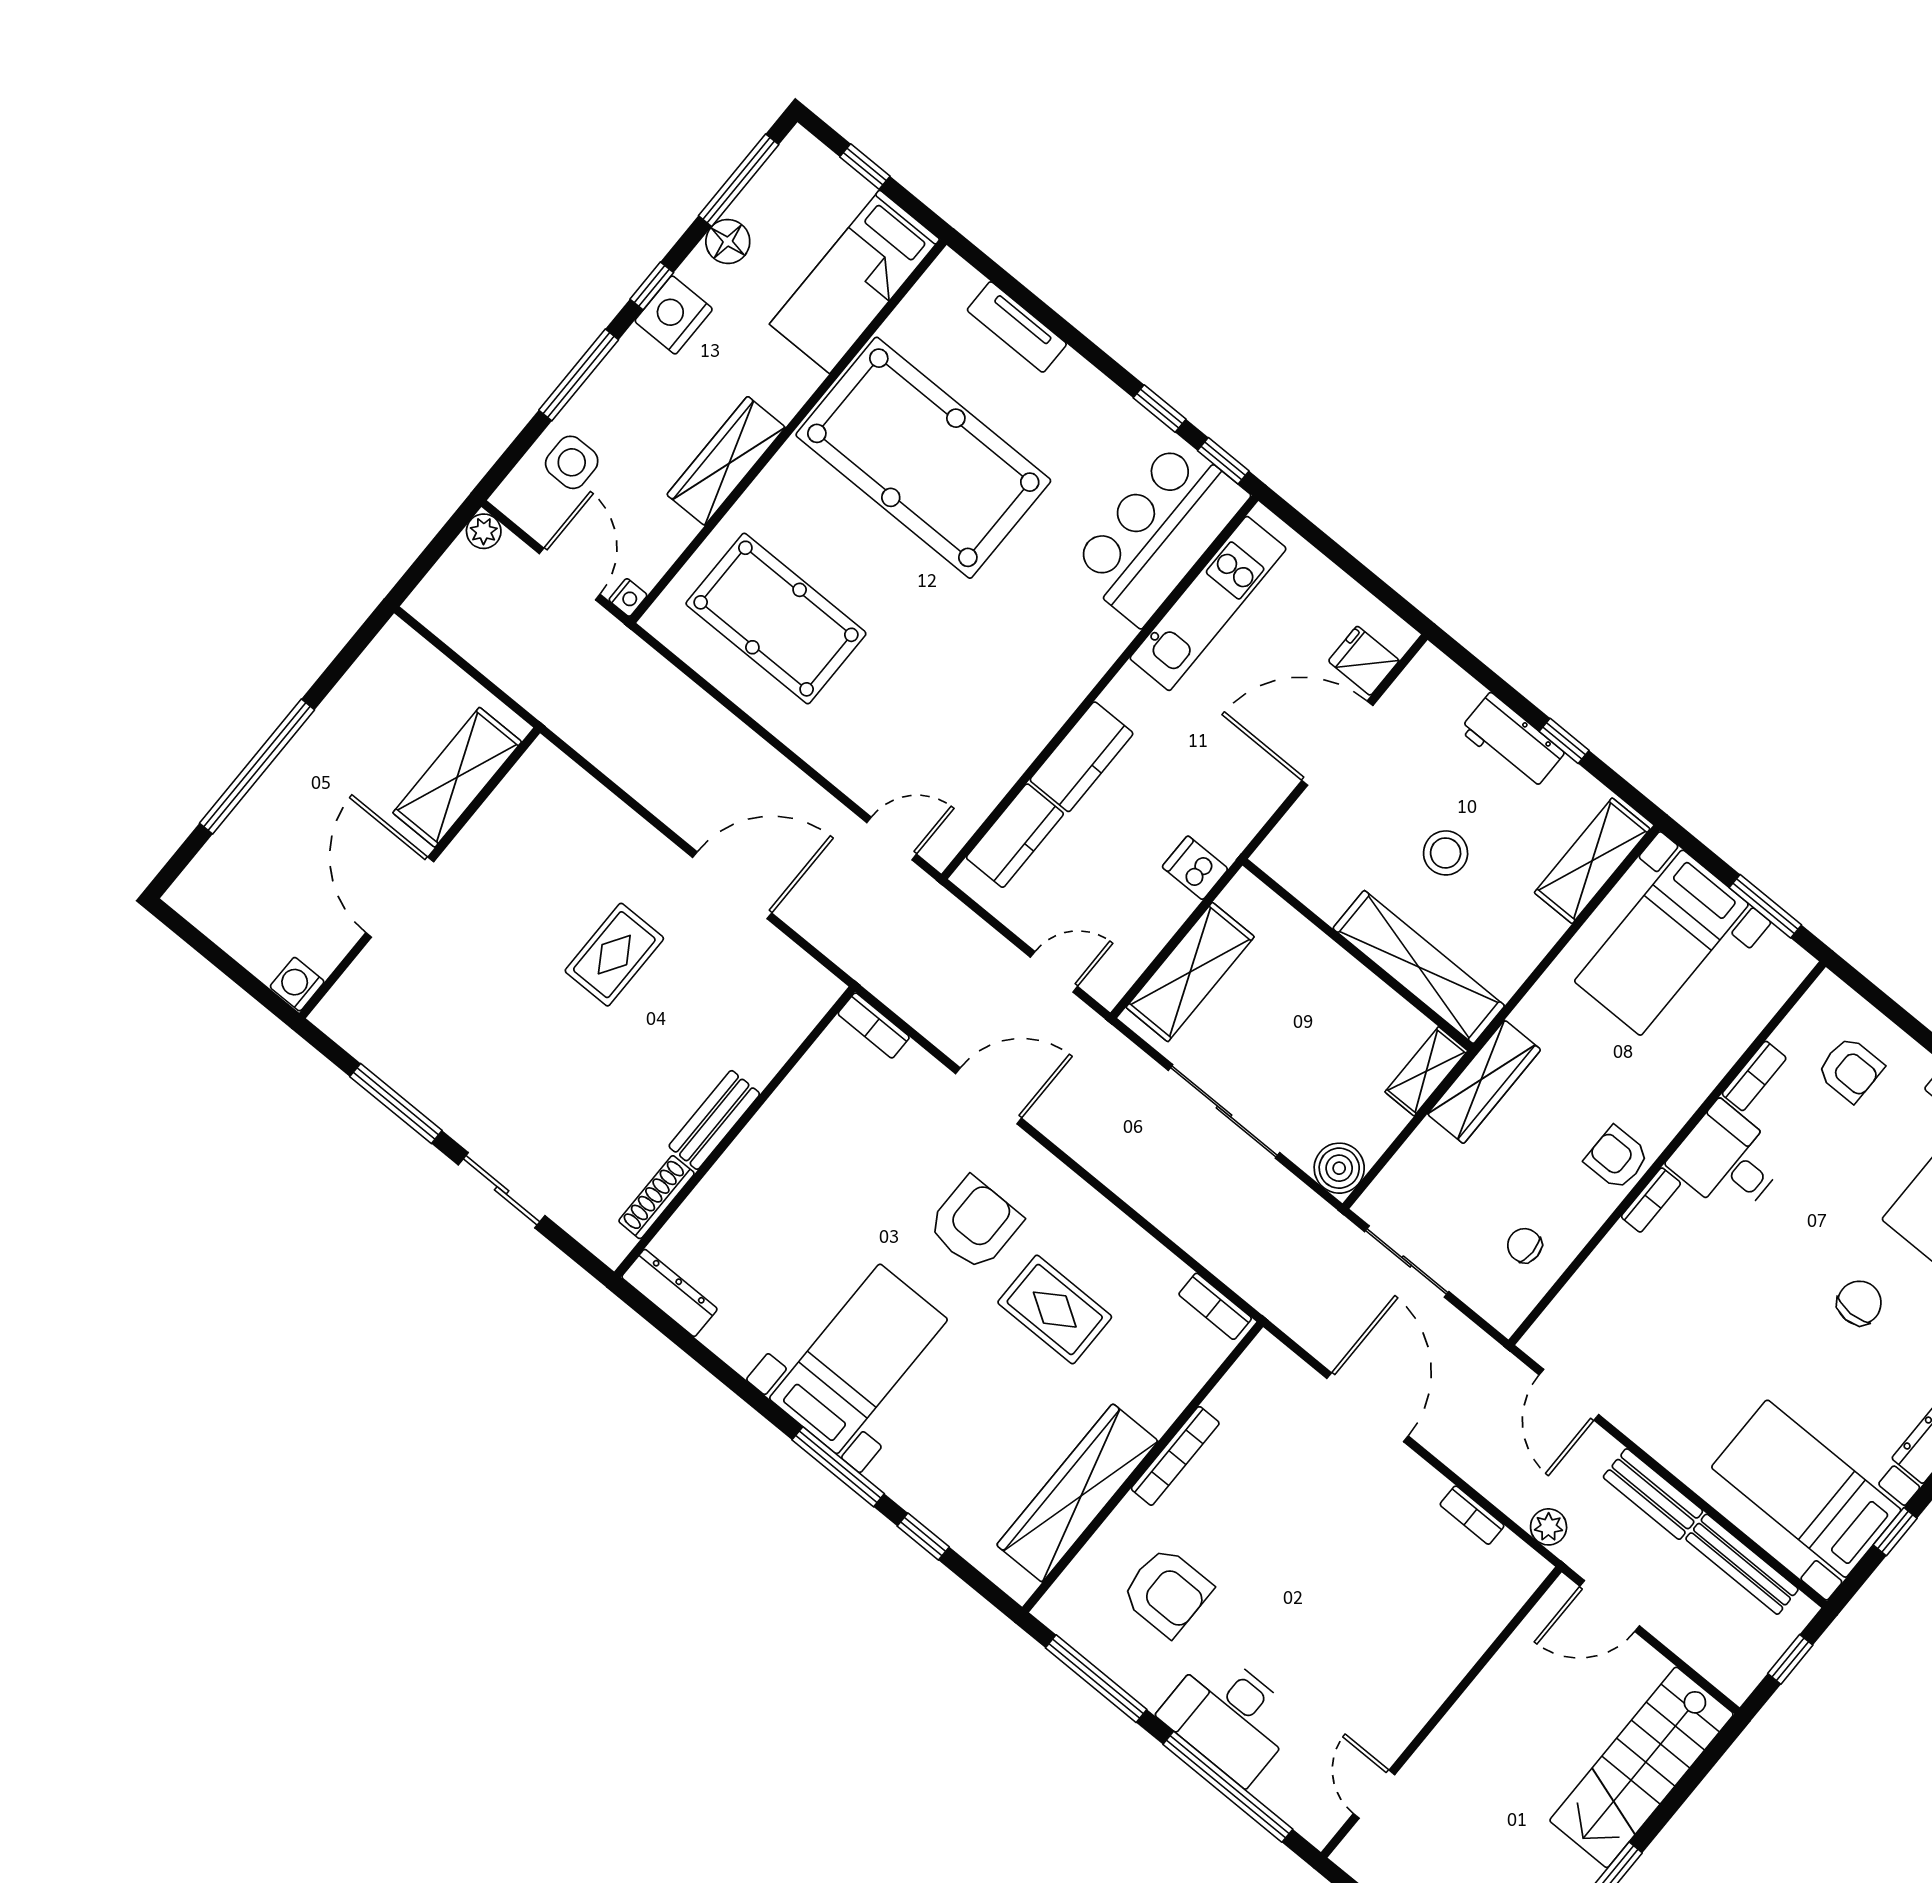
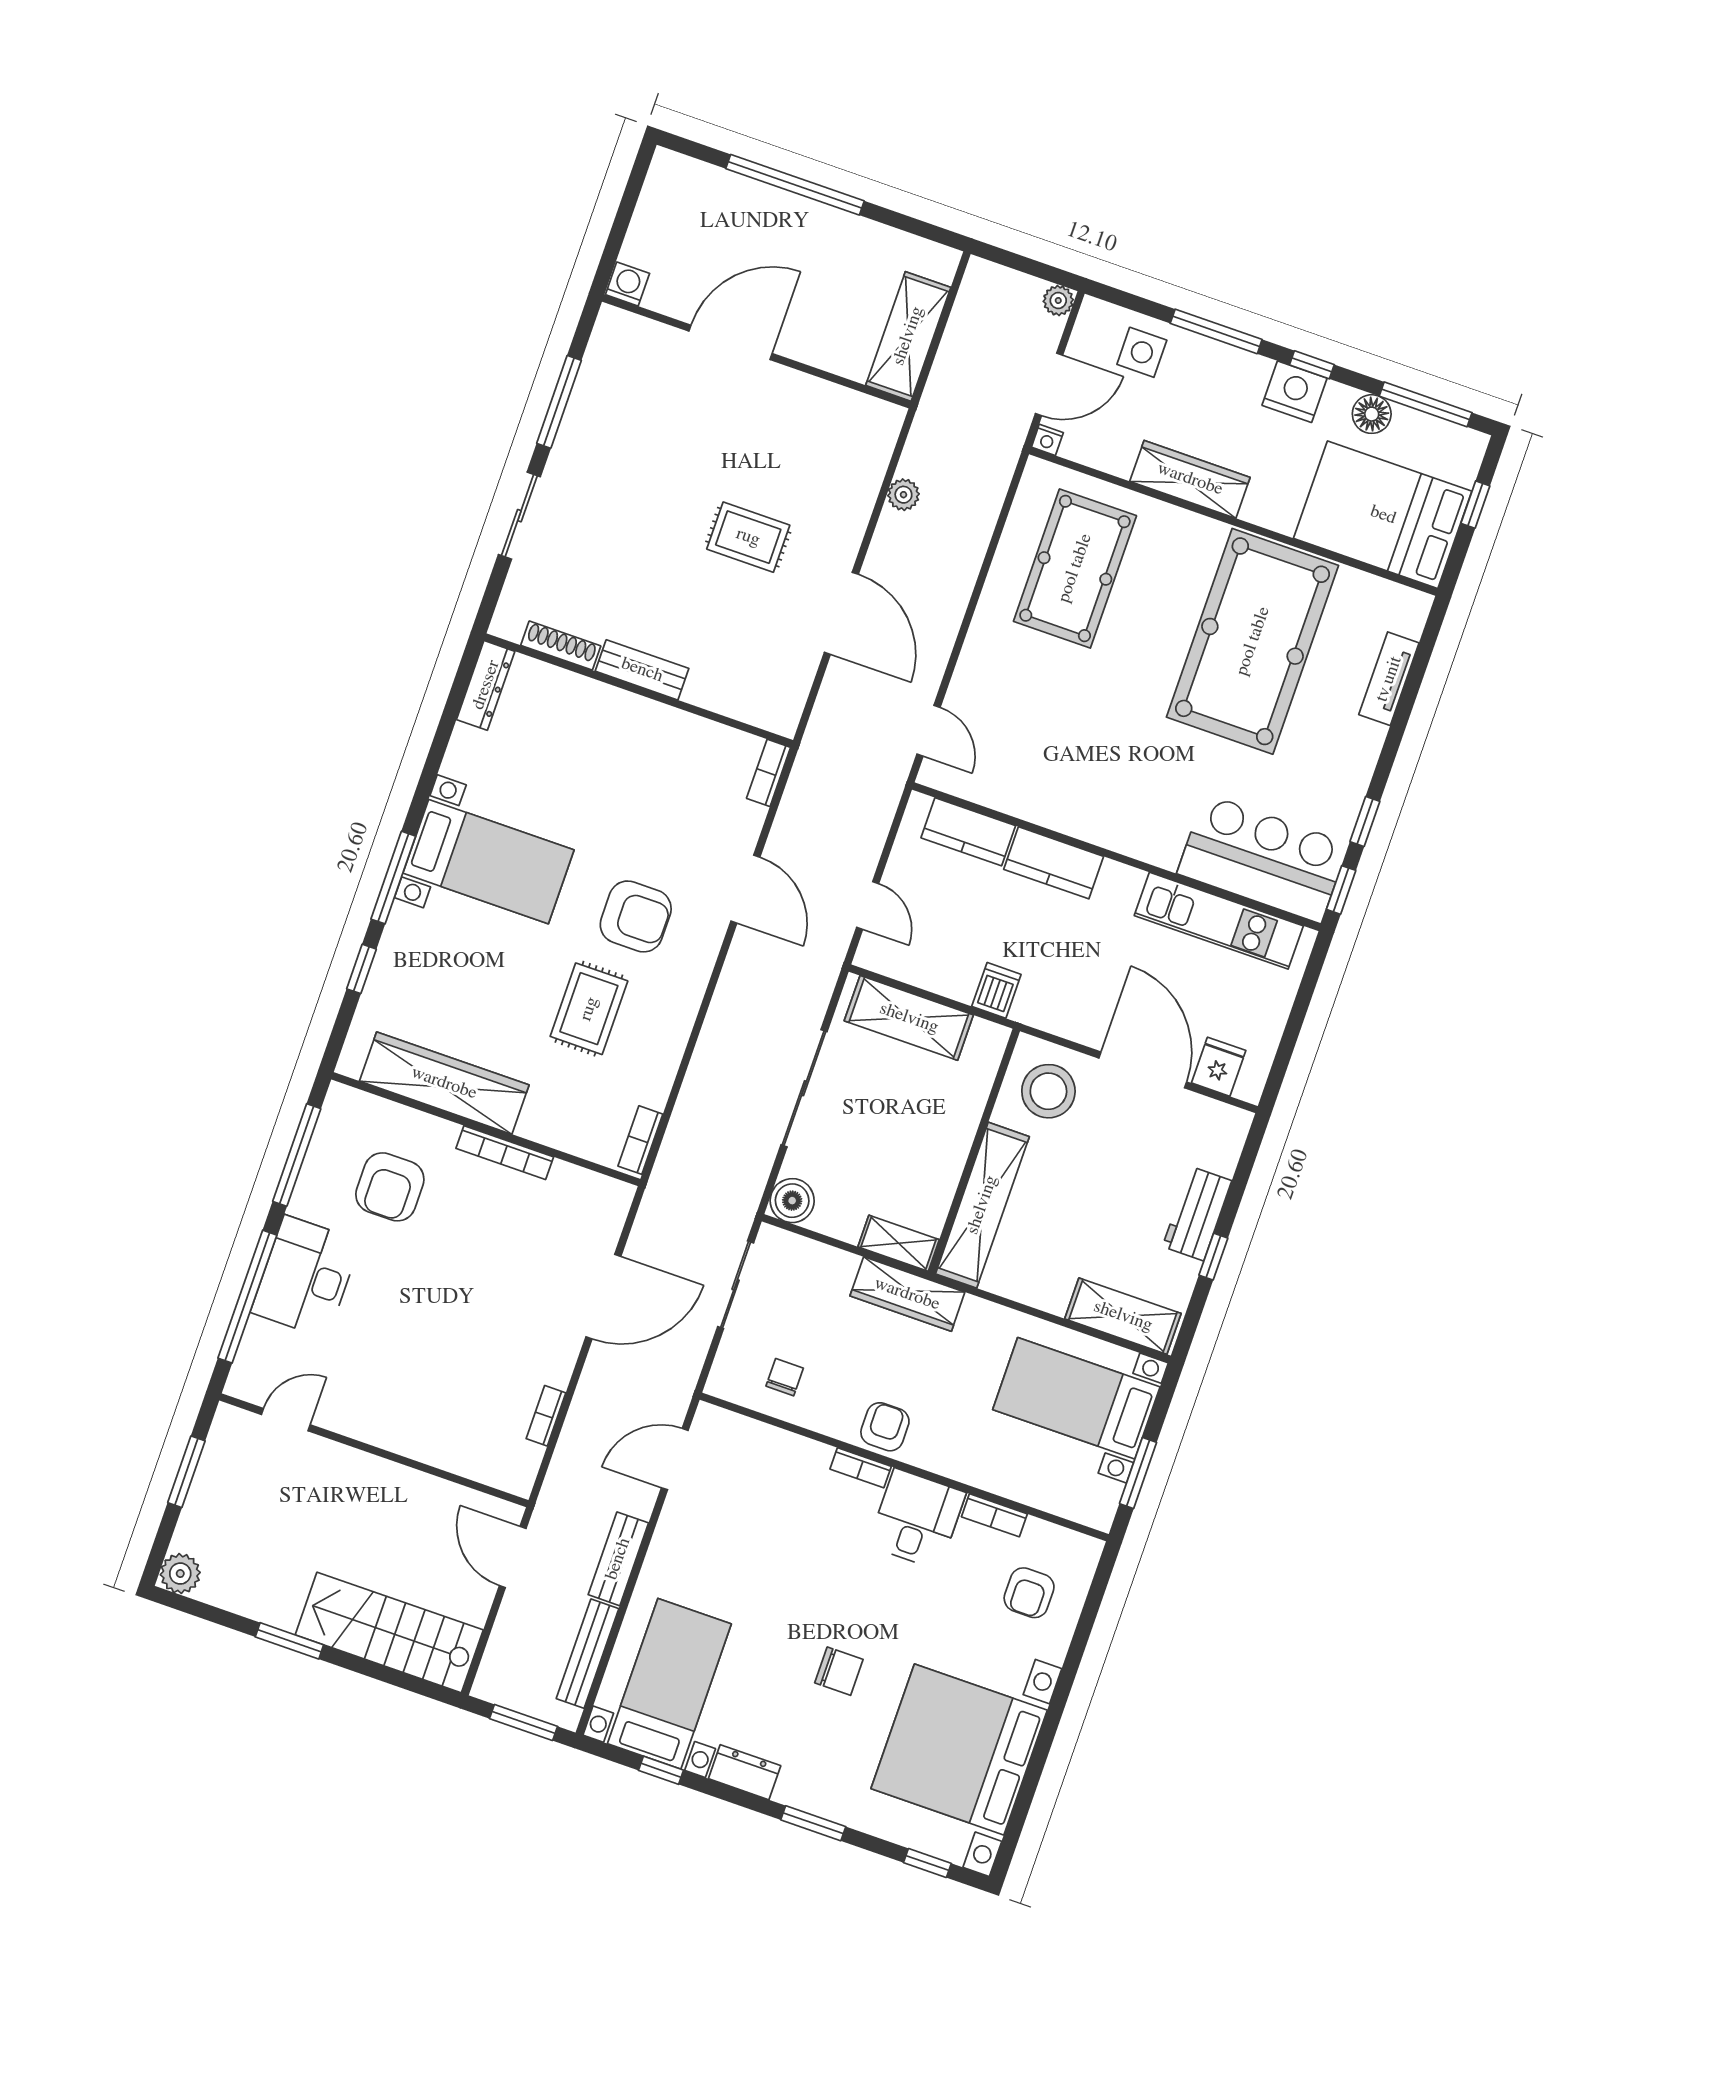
bed: (855, 282) -> (1383, 515), width x1.50
shelving: (457, 777) -> (908, 336), moved, turned 90
stool: (1446, 853) -> (1048, 1091), moved, width x1.38, depth x1.38
plant: (1549, 1527) -> (903, 495), moved
window: (1790, 1659) -> (524, 1722), width x1.50

